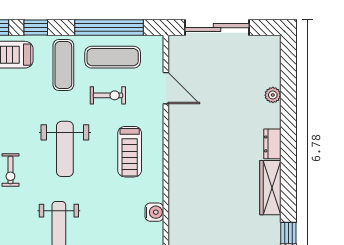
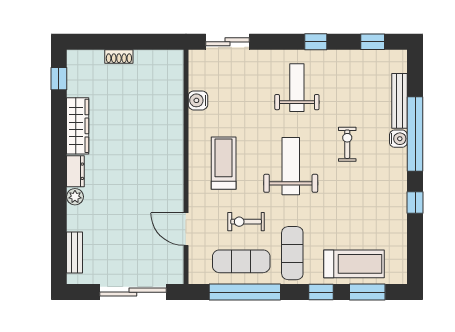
bench: (273, 66) -> (75, 253), added
plant: (273, 95) -> (75, 197), moved

